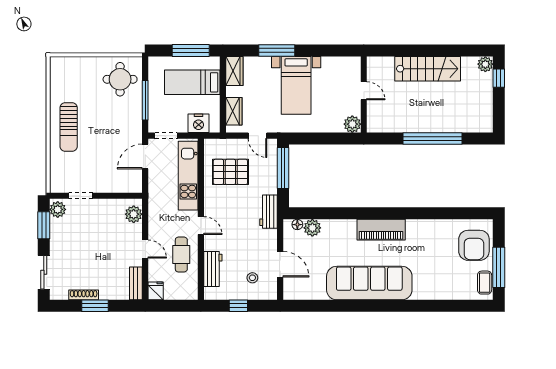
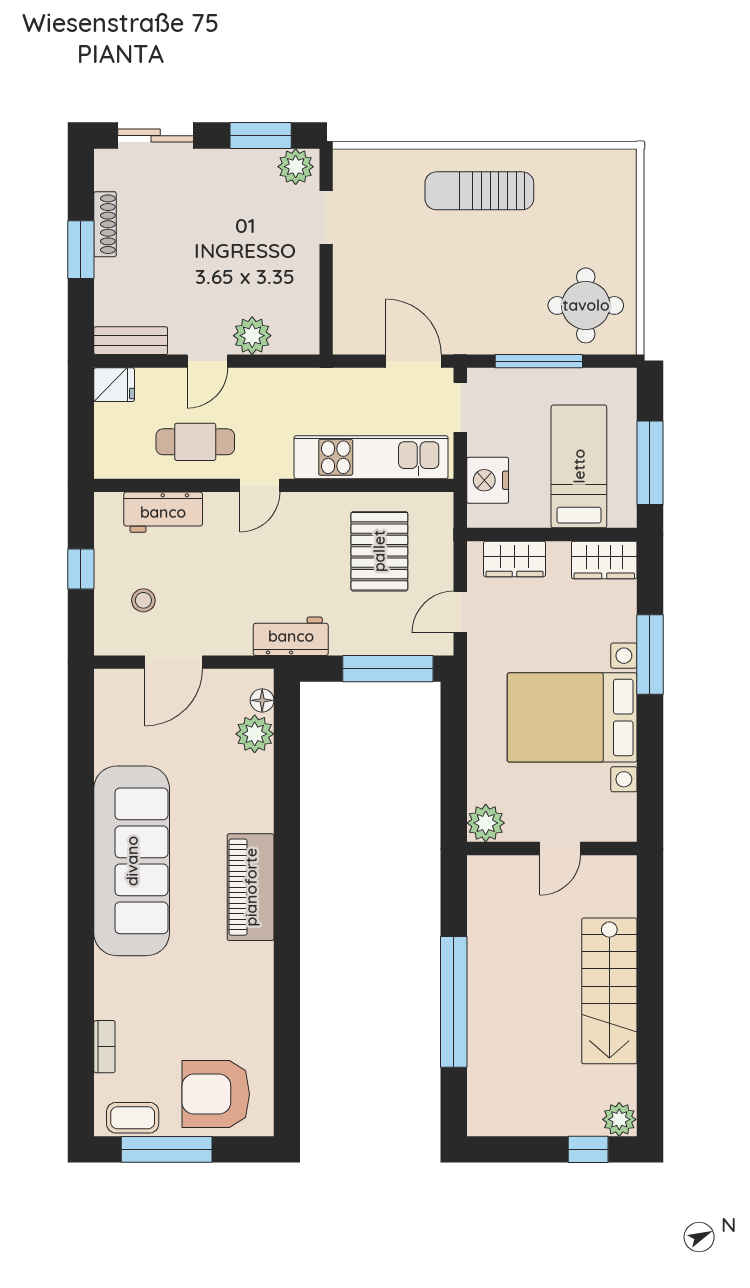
bed with nightstands: (296, 85) -> (572, 717), width x1.36
plant: (134, 214) -> (252, 336), moved
bookcase: (453, 295) -> (104, 1047), added

